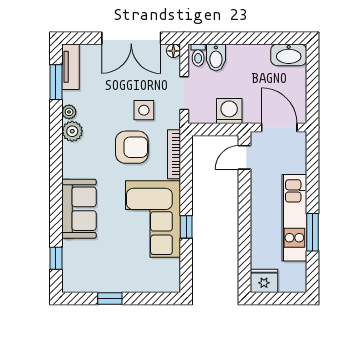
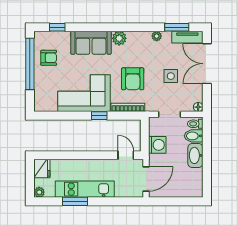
double door: (131, 38) -> (207, 64), moved
washbasin: (289, 55) -> (195, 155), moved
side table: (144, 110) -> (171, 76), moved
plant: (72, 131) -> (119, 38), moved
window: (186, 227) -> (99, 116), moved
armchair: (101, 271) -> (49, 58), added
plant: (299, 285) -> (39, 192), added
window: (110, 298) -> (30, 64), width x3.17

